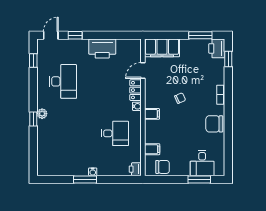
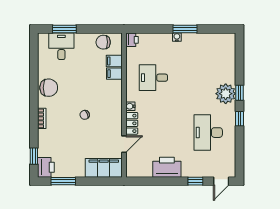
window: (33, 60) -> (240, 119), moved
plant: (42, 114) -> (226, 94), width x1.88, depth x1.88
filing cabinet: (152, 114) -> (114, 74), moved

